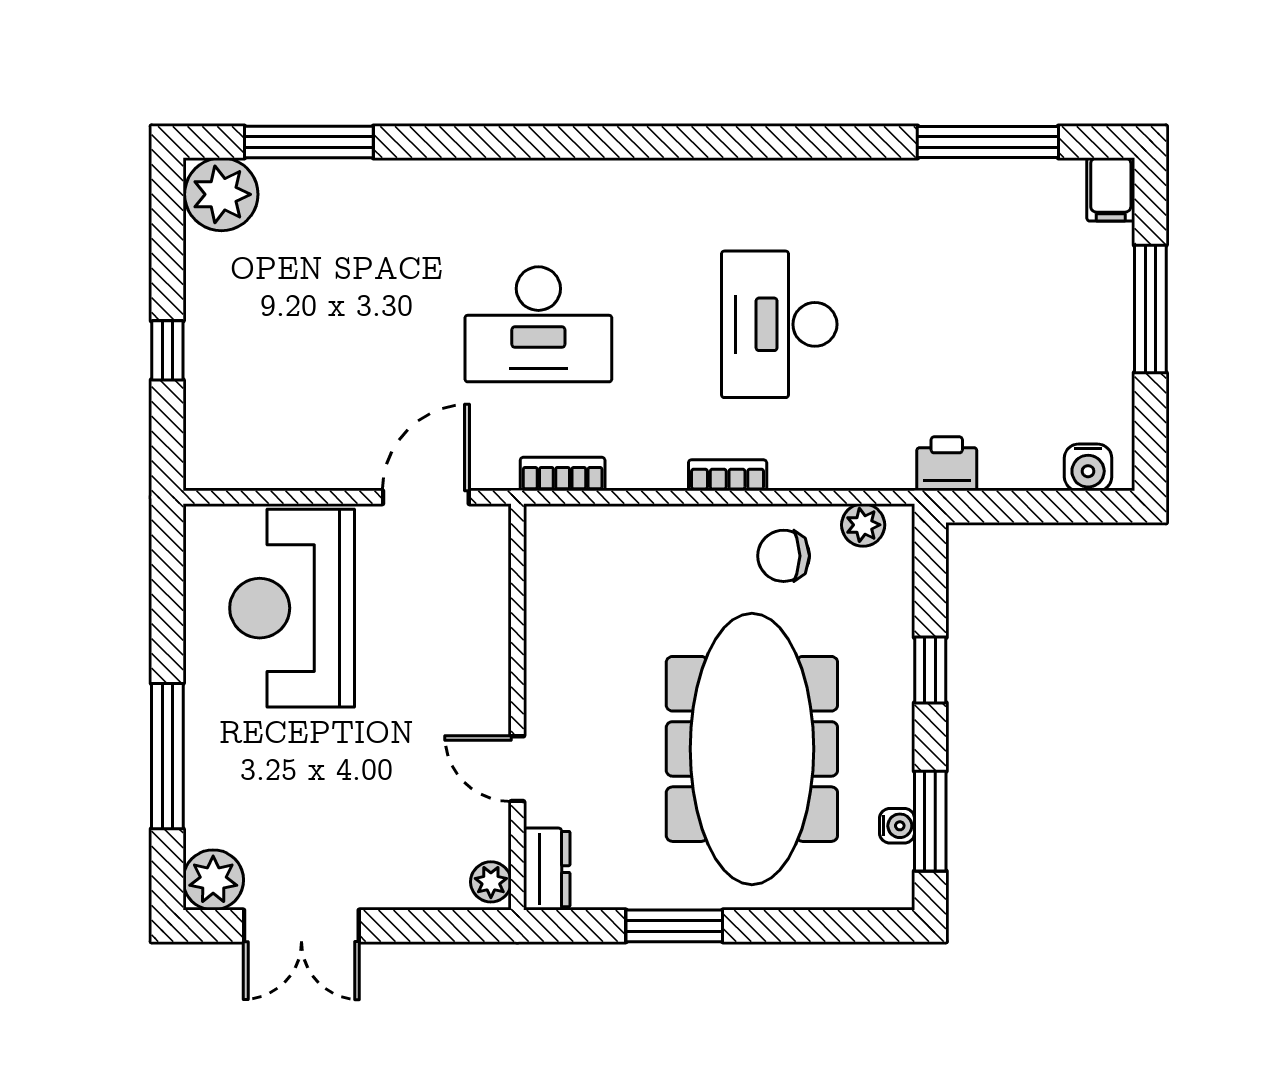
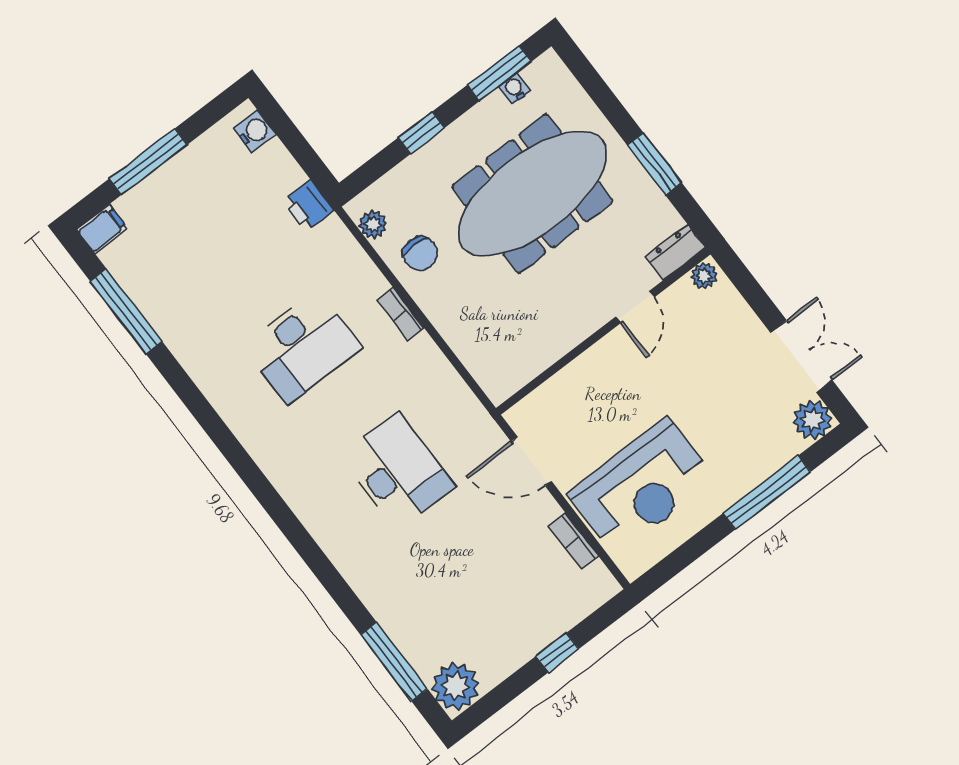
bookcase: (563, 474) -> (573, 541), moved

